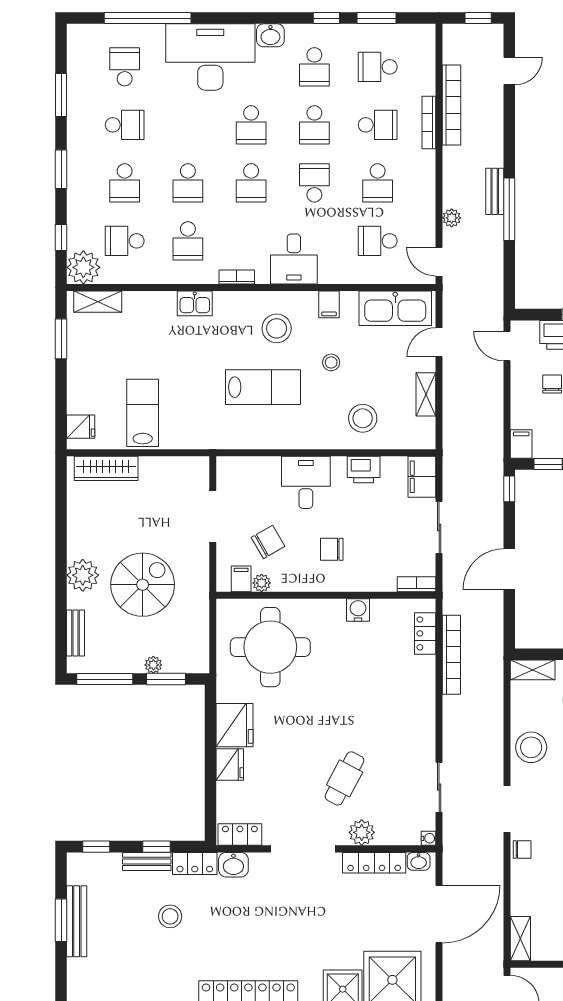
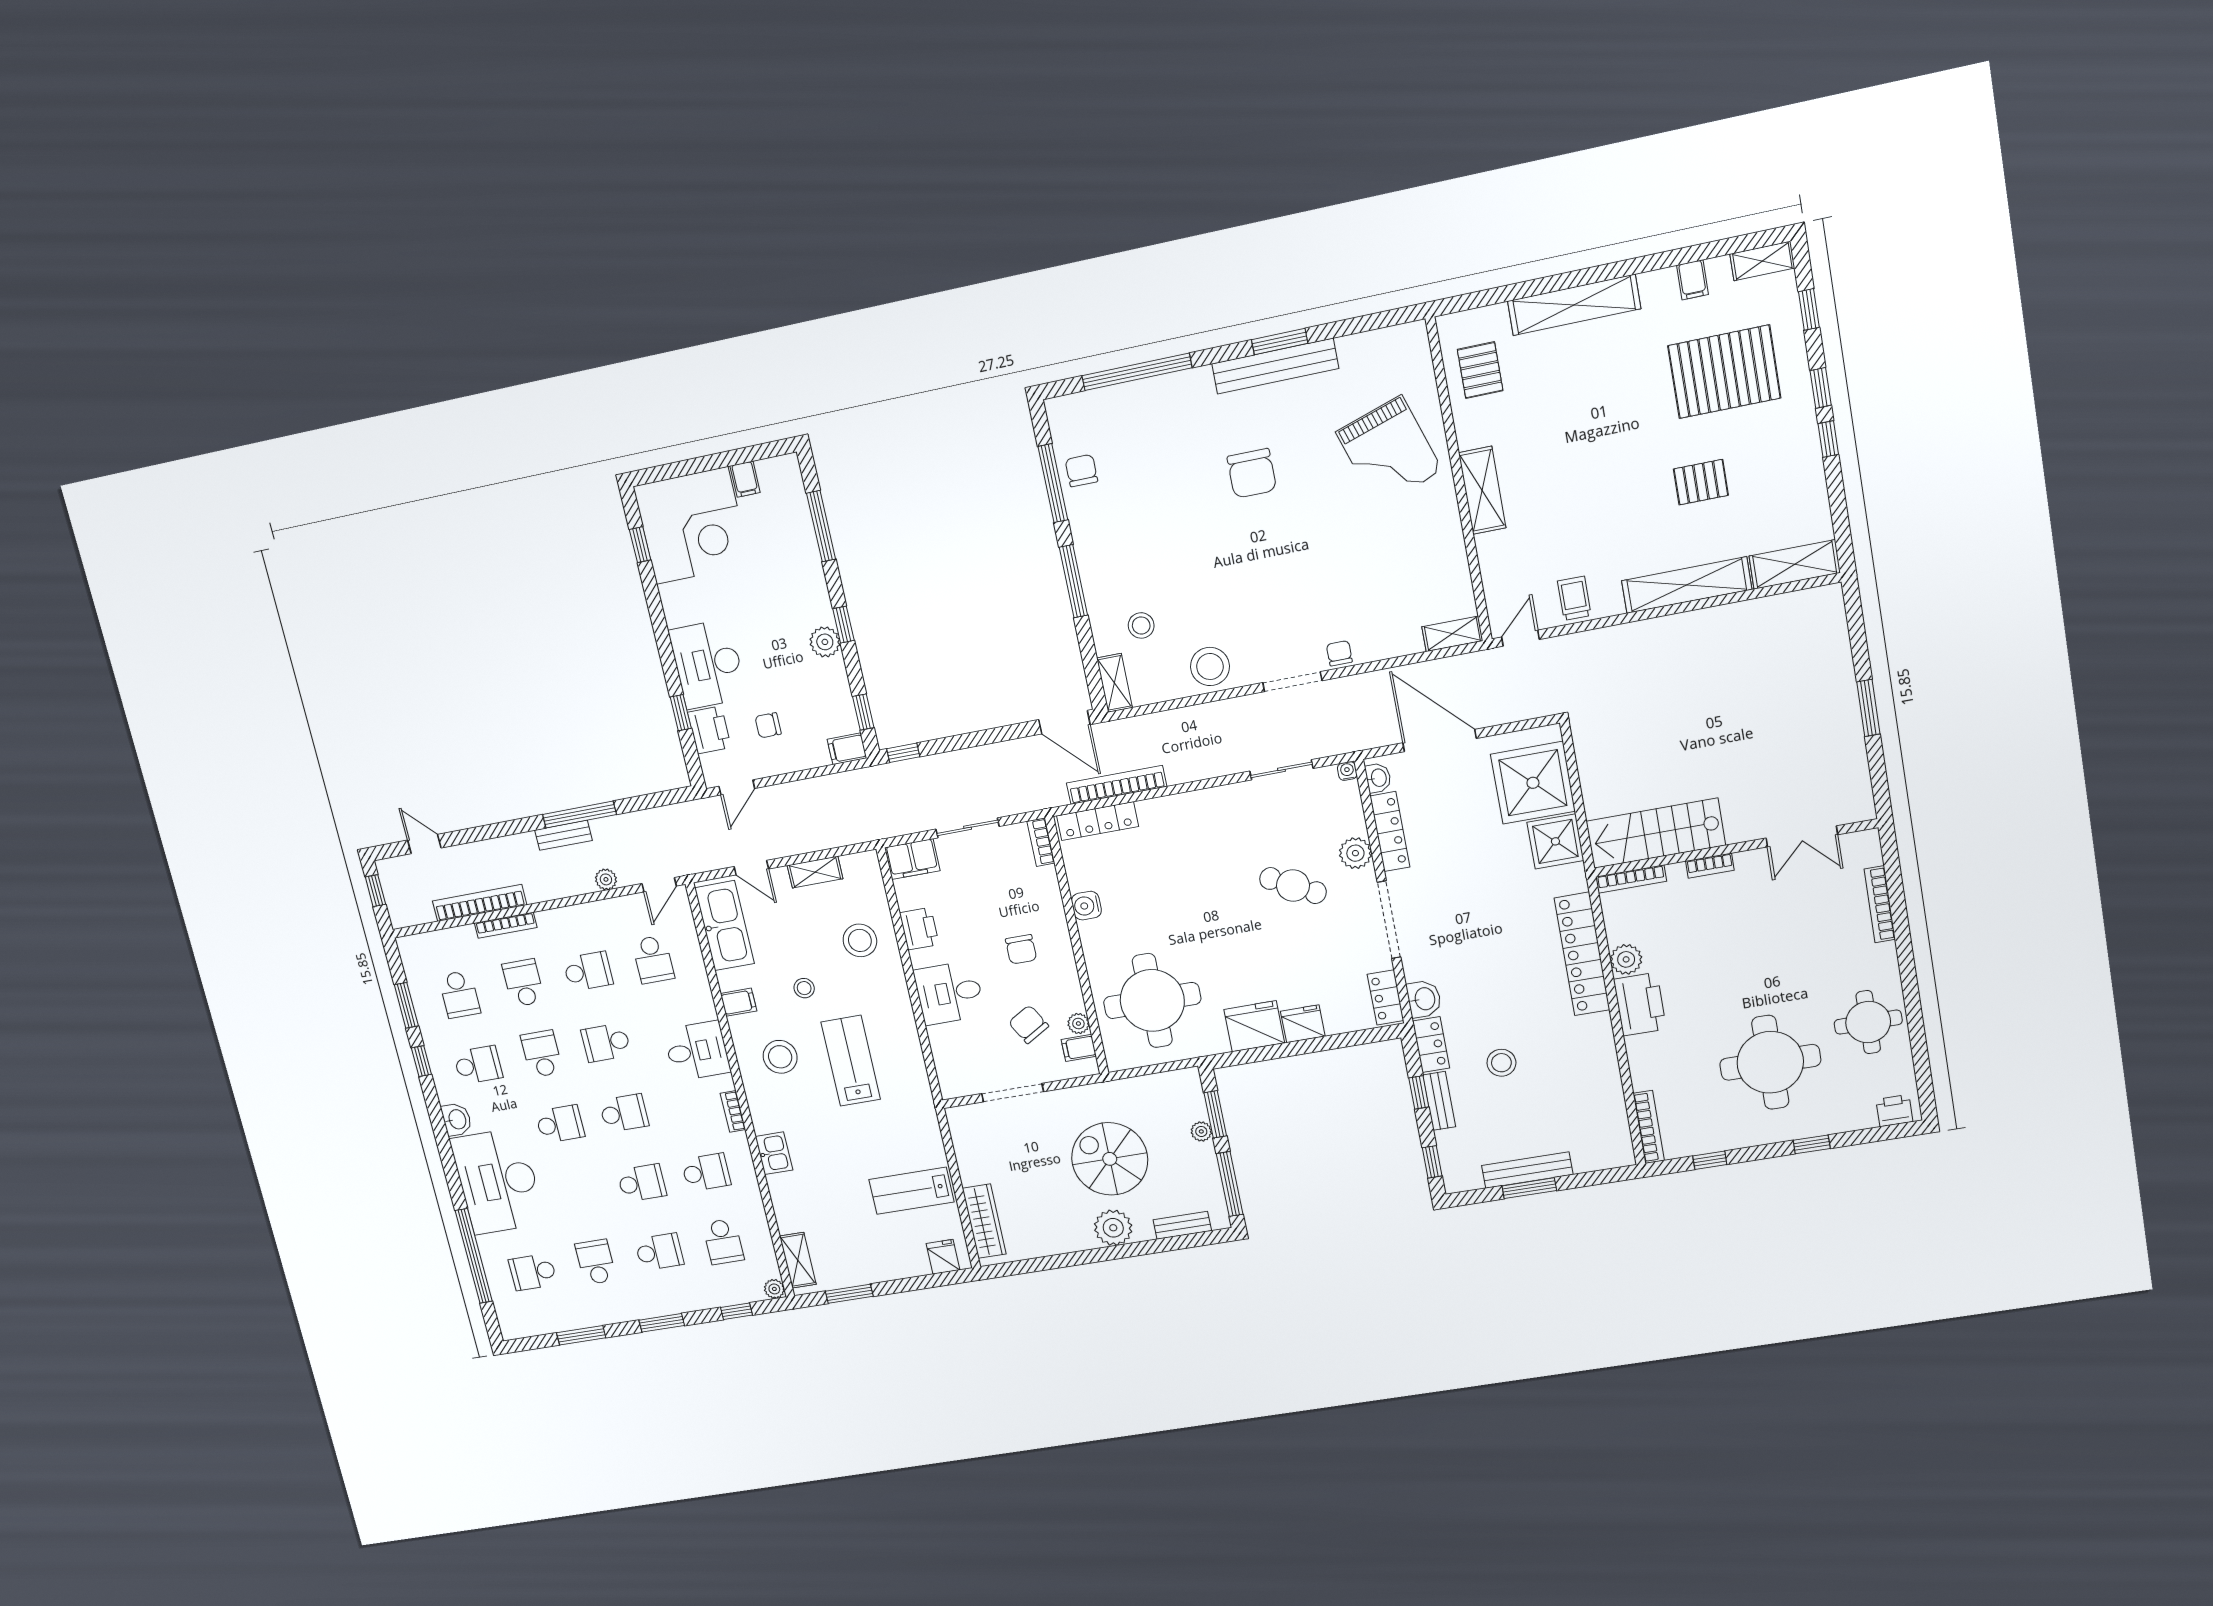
school desk: (314, 125) -> (542, 1054), turned -90
plant: (83, 267) -> (774, 1289), width x0.53, depth x0.53
door: (509, 569) -> (1064, 722), moved
locker: (425, 633) -> (1098, 821), width x1.53

